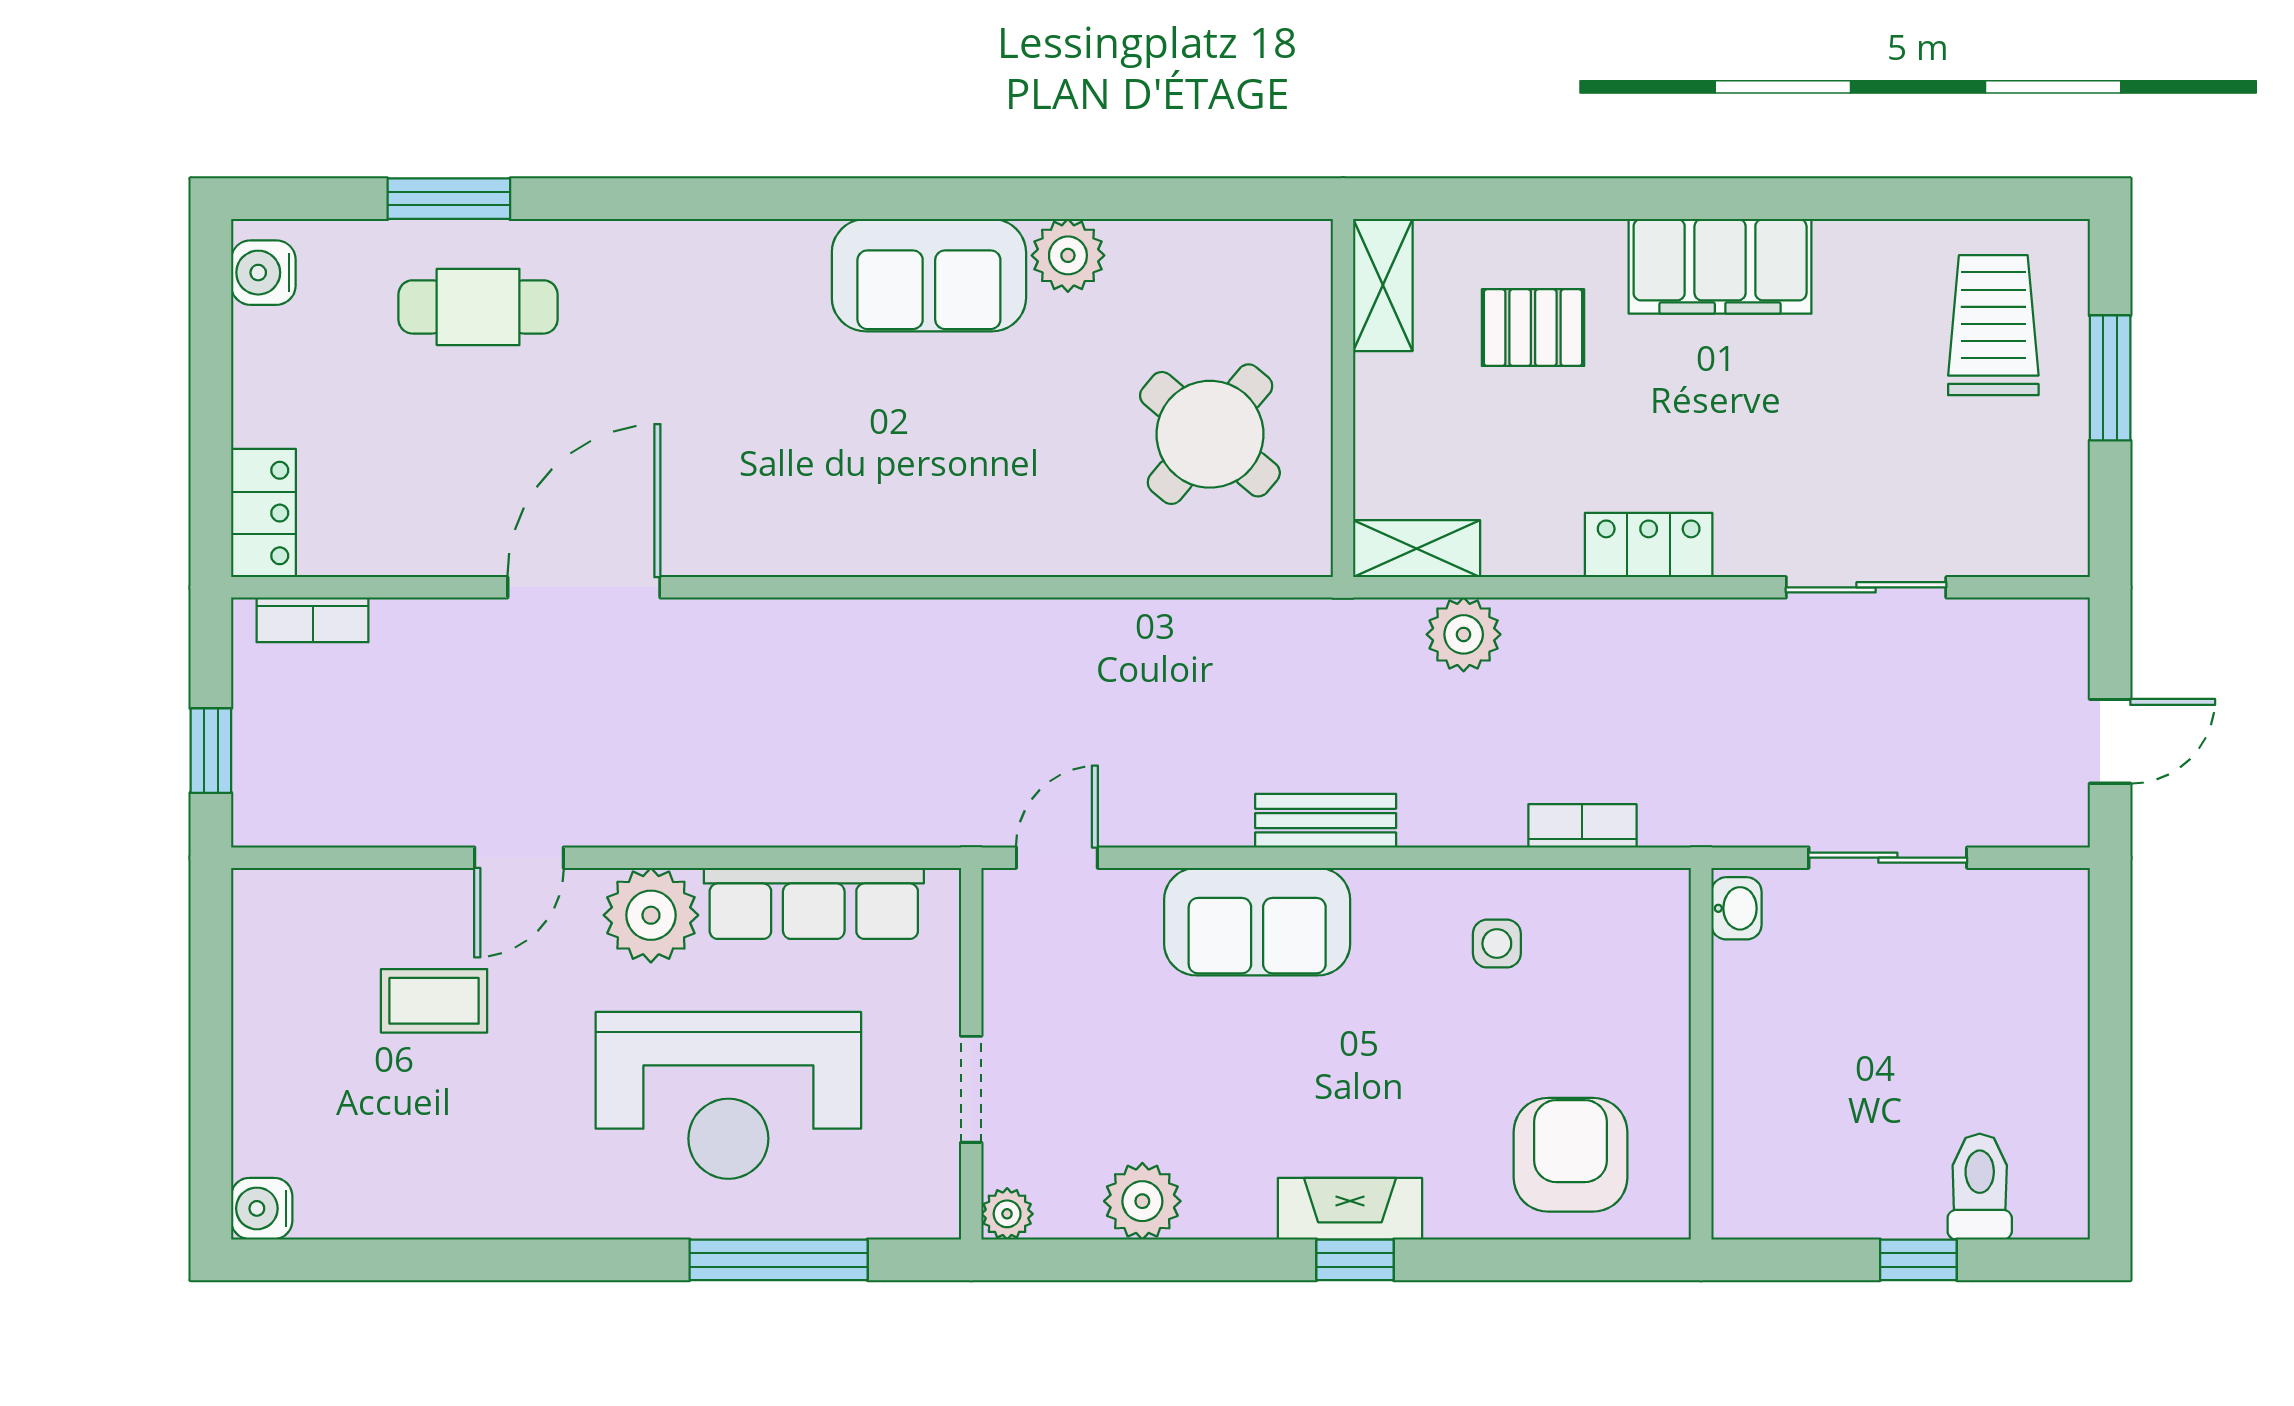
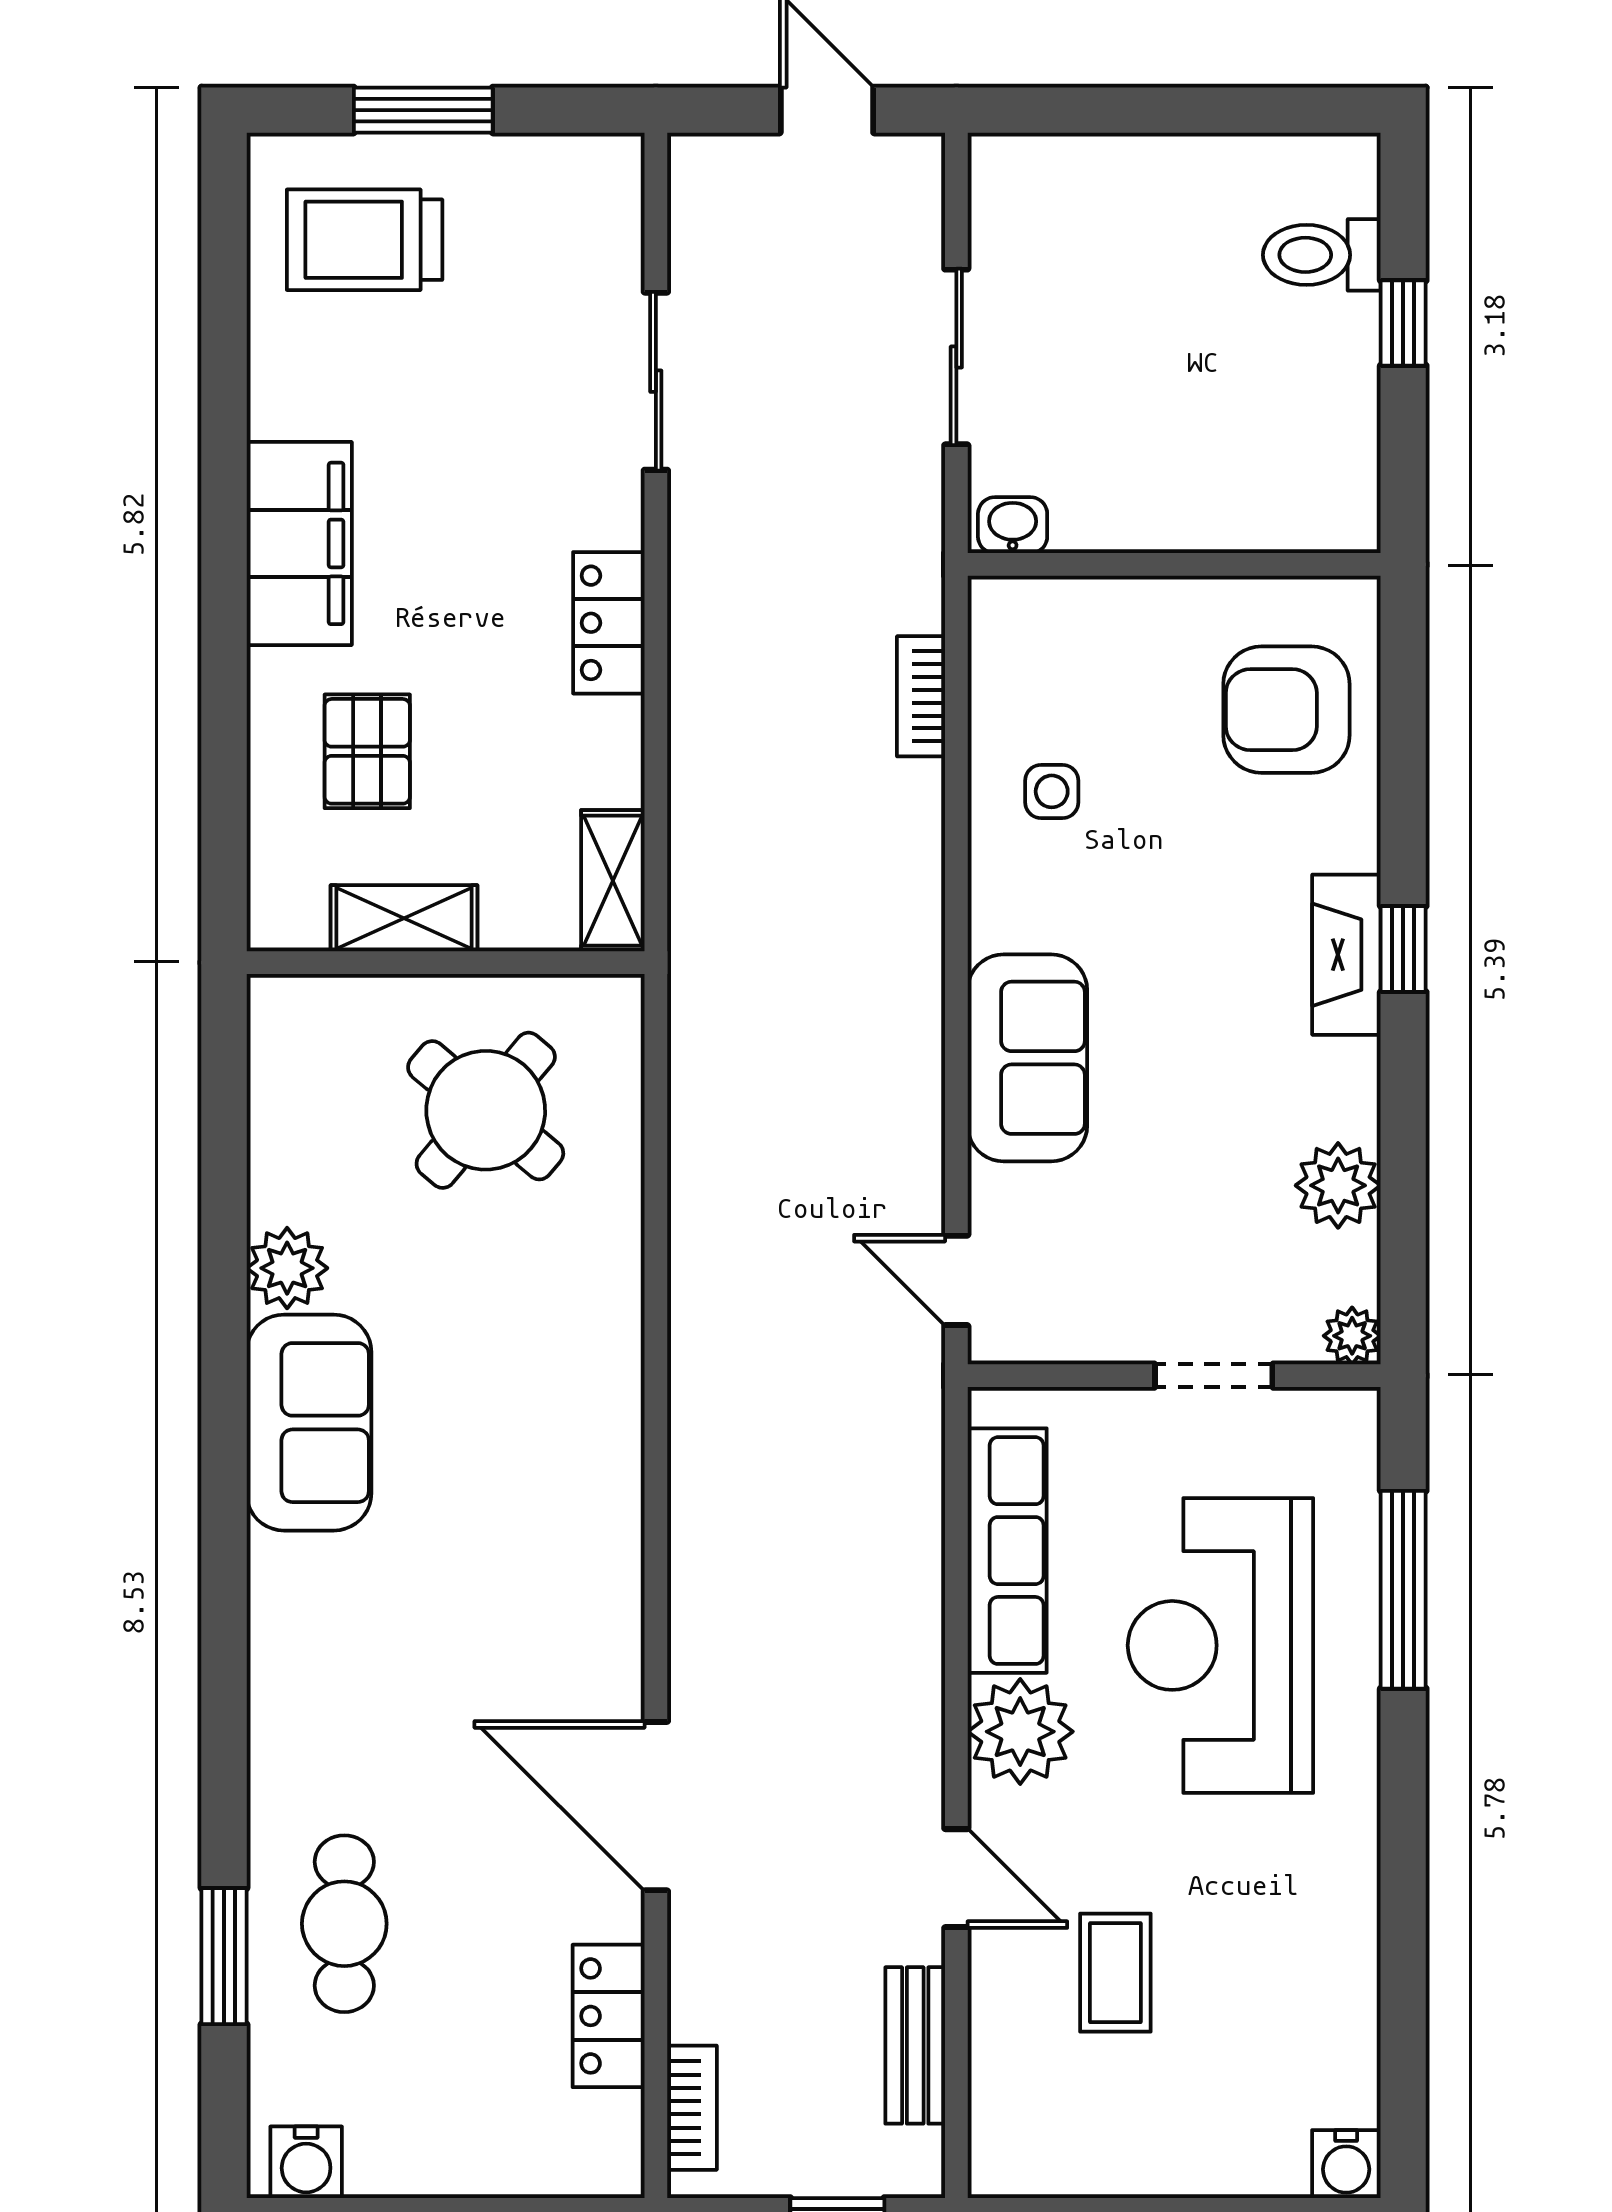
shelving: (1383, 285) -> (404, 918), moved
locker: (264, 513) -> (609, 2016), moved, turned -90
plant: (1464, 634) -> (708, 828), removed
bench: (1326, 821) -> (915, 2045), moved
reception desk: (728, 1095) -> (1220, 1645), turned 180

